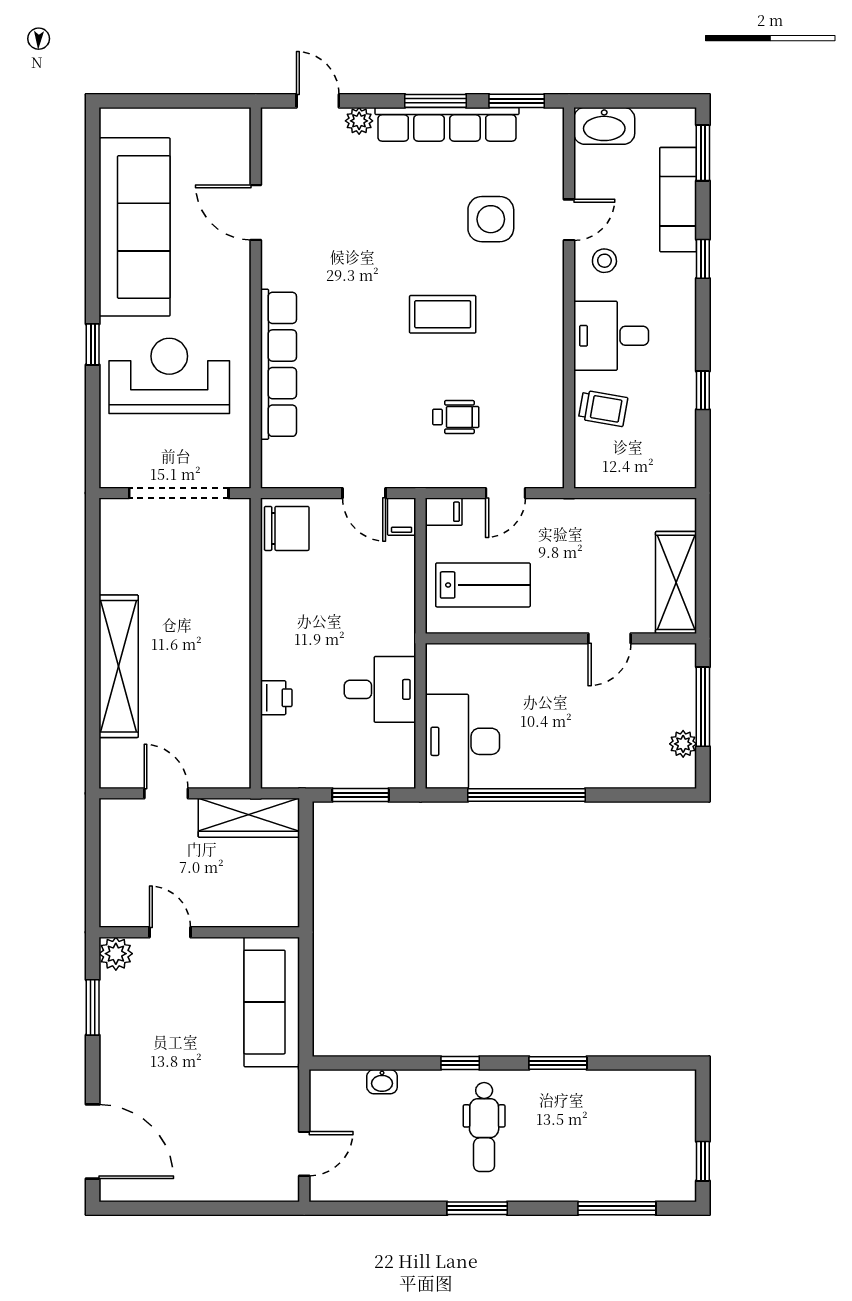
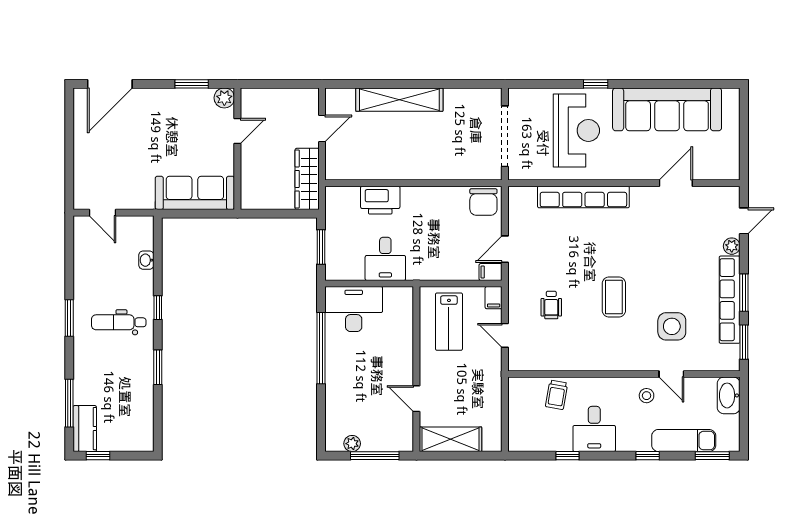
desk: (611, 336) -> (594, 429), moved, turned 180
printer: (276, 698) -> (380, 200), width x1.87, depth x1.48
kitchen counter: (659, 1183) -> (85, 429), added

